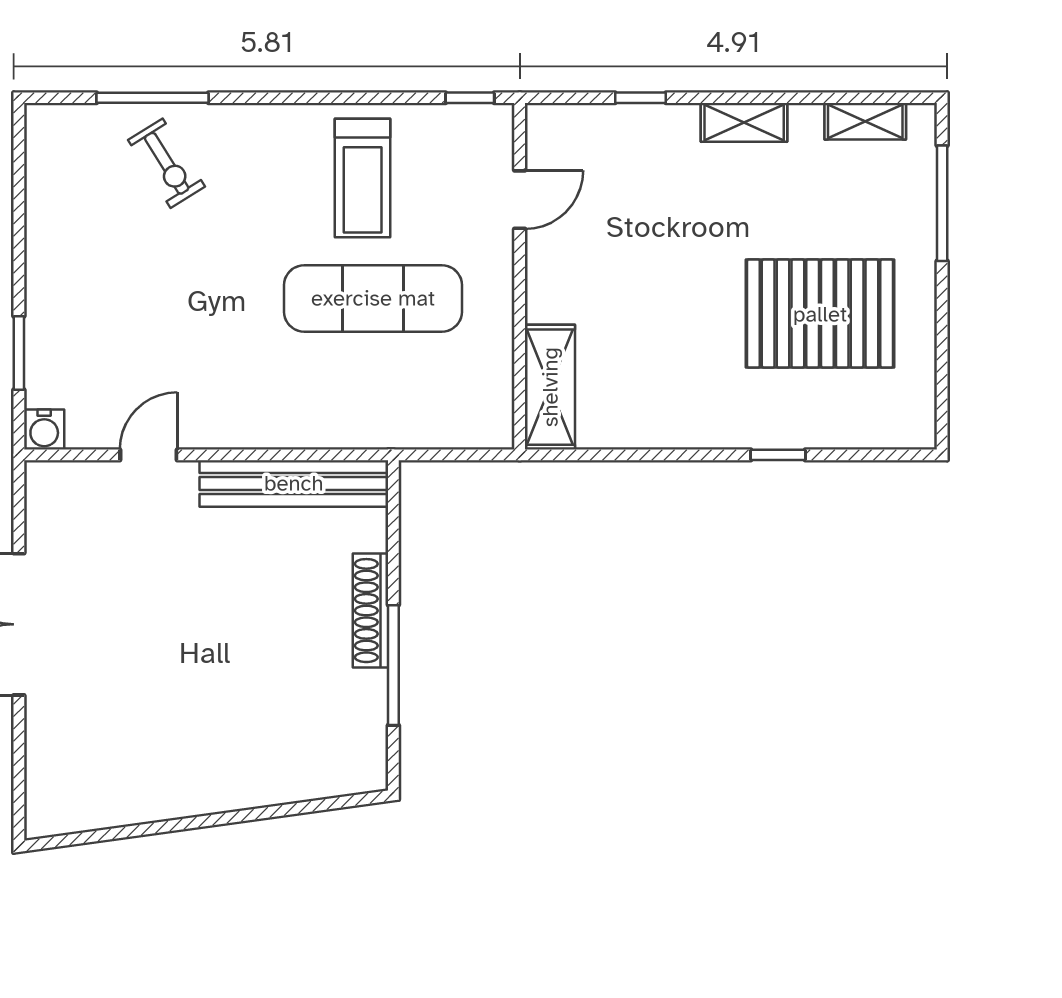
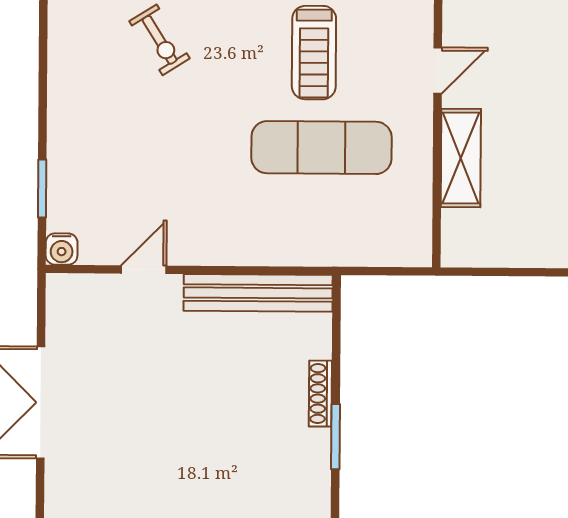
shelving: (550, 387) -> (461, 158), moved
shoe rack: (371, 611) -> (320, 394), width x0.74, depth x0.81
window: (393, 665) -> (336, 437), width x0.69

